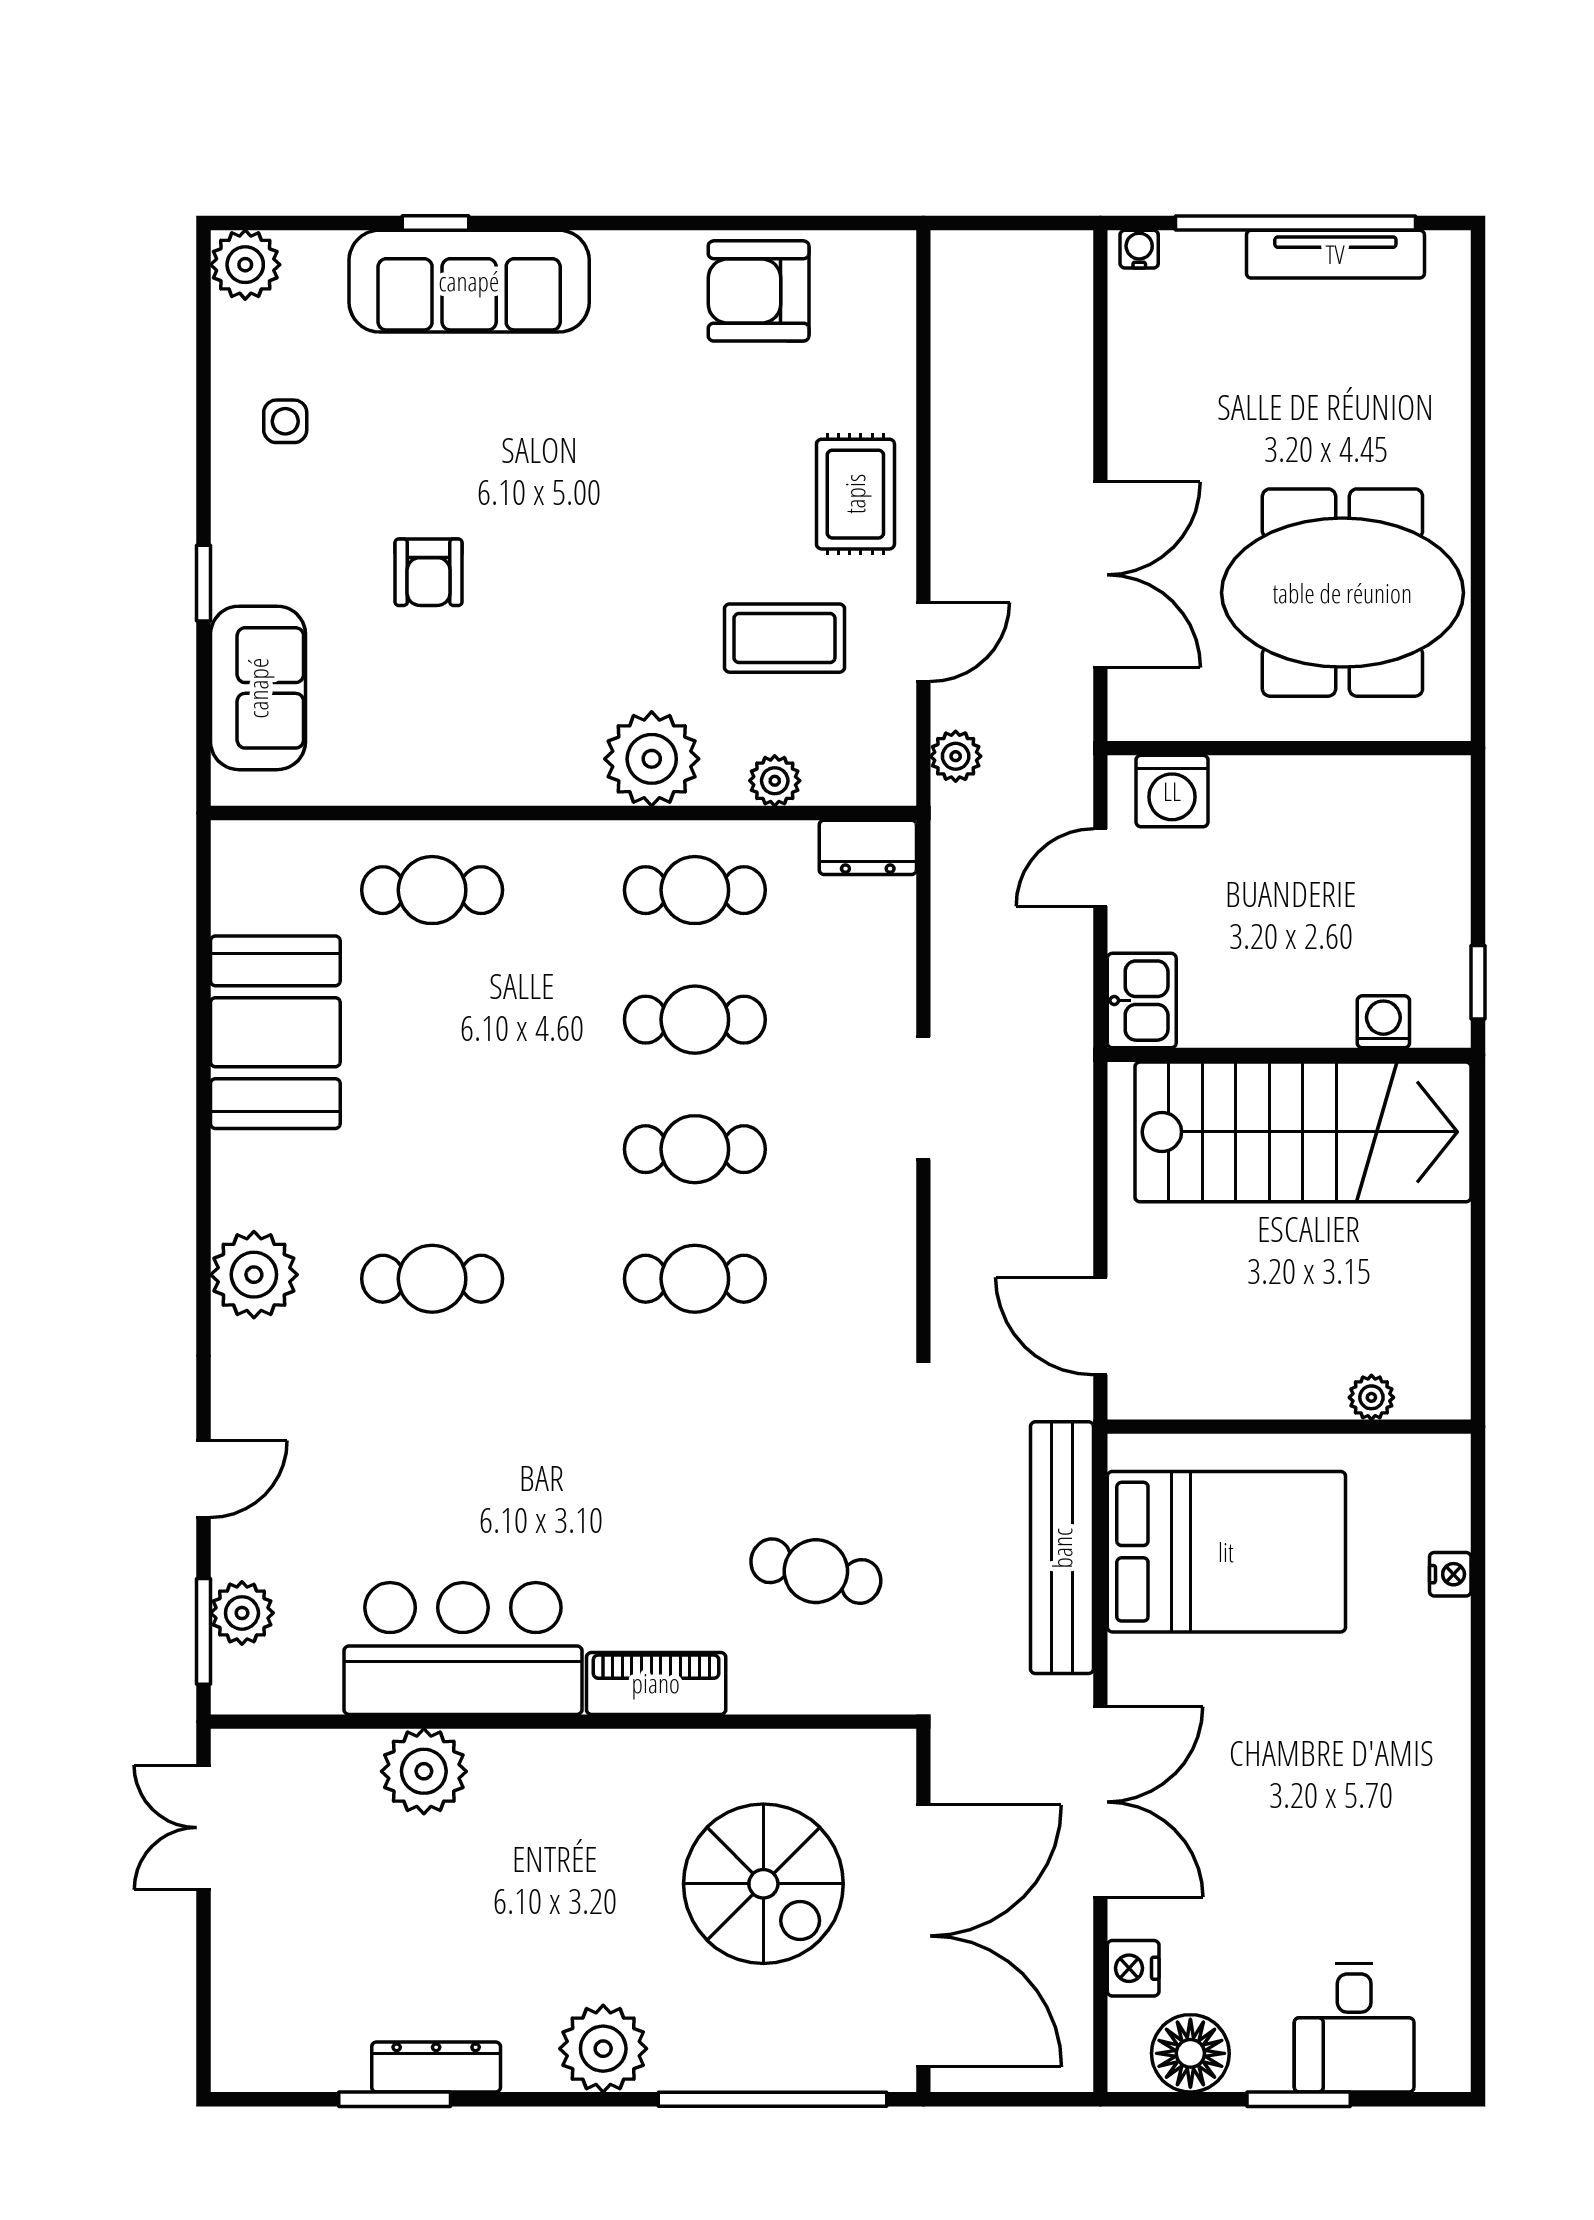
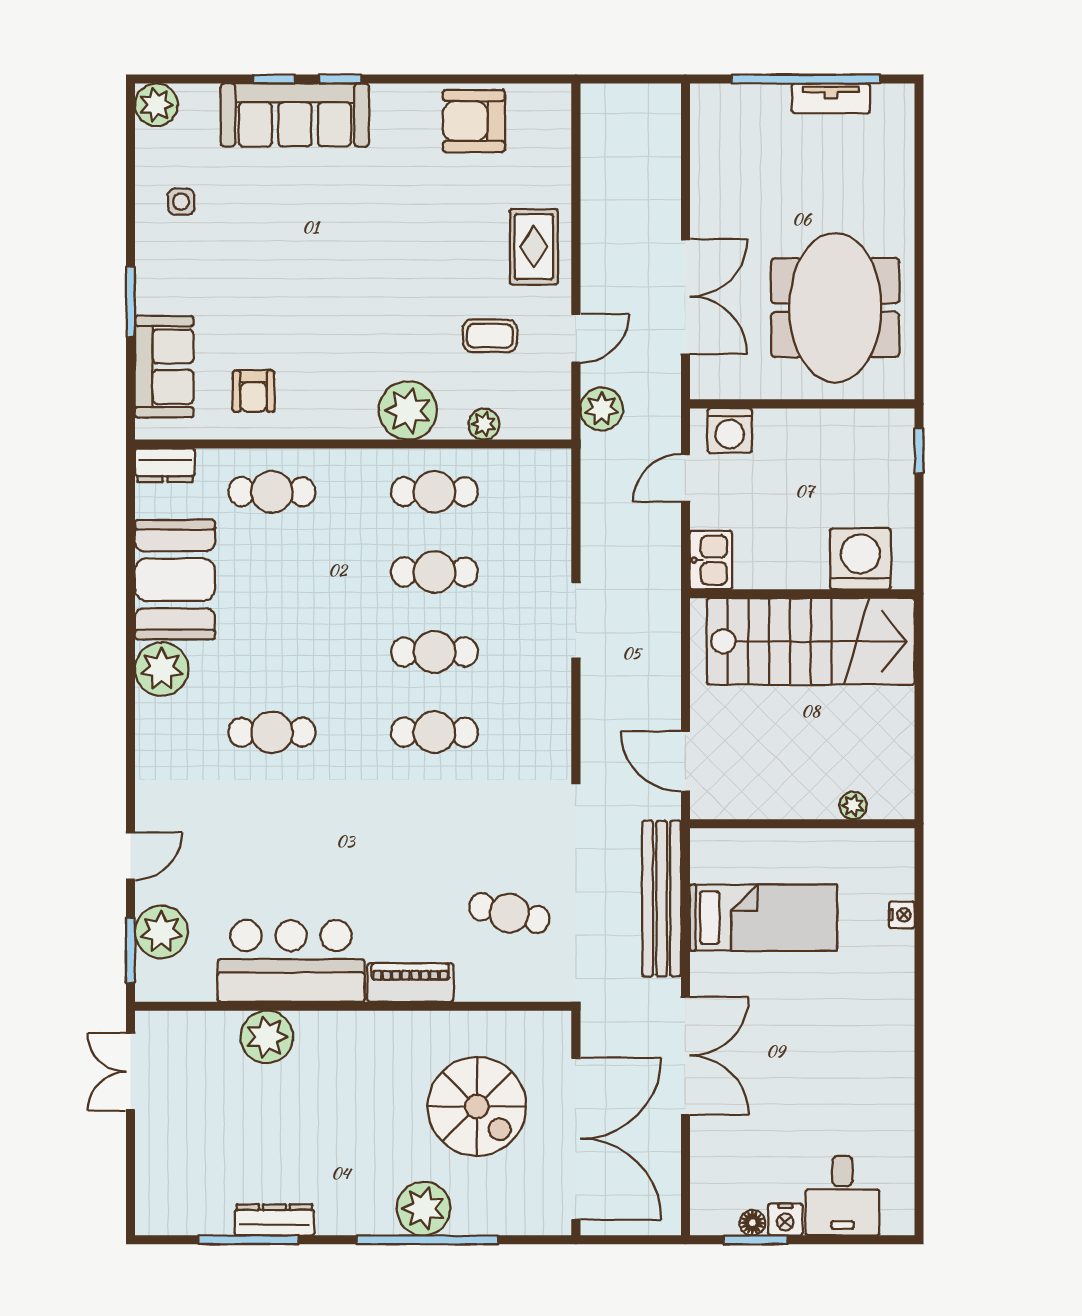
window: (543, 223) -> (340, 79), added
water cooler: (1139, 249) -> (709, 95), removed
tv unit: (1335, 254) -> (831, 98), width x0.71
armchair: (429, 572) -> (254, 391), moved
window: (204, 583) -> (131, 302), width x1.50
meeting table: (1342, 593) -> (835, 308), turned 90
coffee table: (784, 638) -> (490, 336), width x0.73, depth x0.77
plant: (956, 756) -> (602, 409), width x1.38, depth x1.38
dresser: (868, 847) -> (165, 465), moved
window: (1478, 982) -> (919, 451), moved
washing machine: (1383, 1022) -> (860, 559), width x1.89, depth x1.89
plant: (254, 1275) -> (162, 669), moved
bed: (1226, 1552) -> (763, 918), width x0.67
plant: (242, 1613) -> (161, 932), width x1.36, depth x1.36
nightstand: (1133, 1968) -> (785, 1220), moved, turned -90
plant: (603, 2049) -> (424, 1209), moved
floor lamp: (1190, 2053) -> (752, 1223), width x0.53, depth x0.53
window: (395, 2099) -> (249, 1240), width x1.44
window: (772, 2099) -> (427, 1240), moved
window: (1299, 2099) -> (756, 1240), moved

